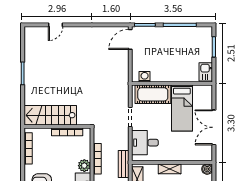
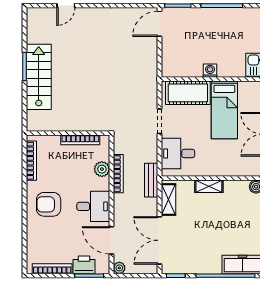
washing machine: (145, 77) -> (210, 71), moved
stairs: (50, 115) -> (39, 77), moved, turned 90
plant: (84, 166) -> (102, 169), moved

